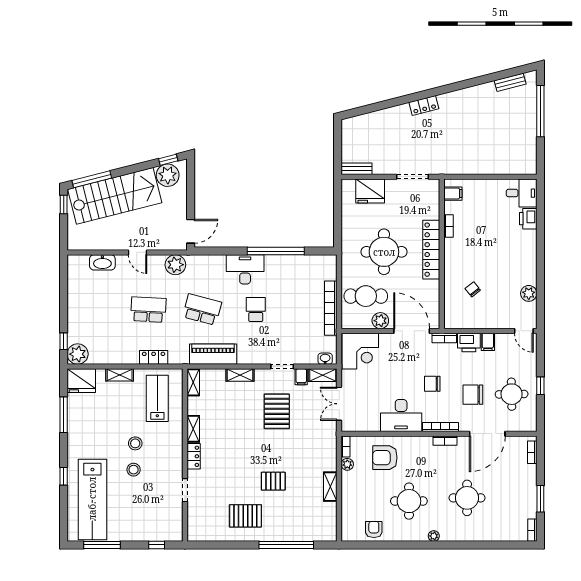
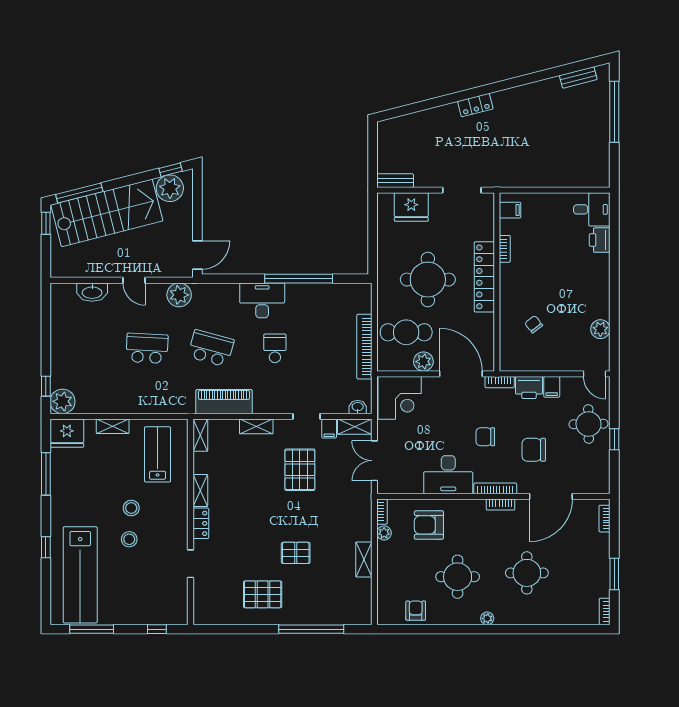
locker: (154, 357) -> (153, 405), removed
round table: (512, 394) -> (588, 424), moved

